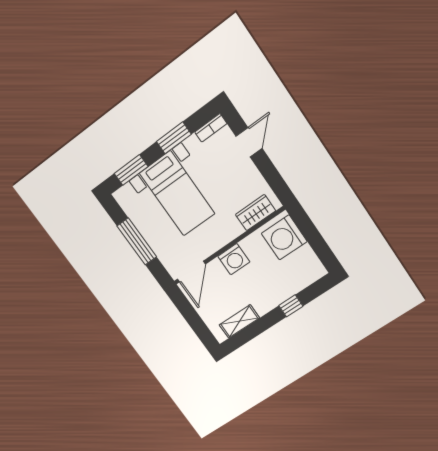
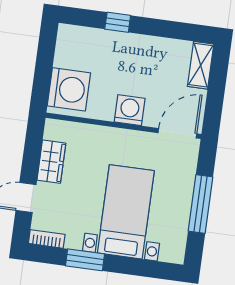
window: (131, 170) -> (147, 268), removed
wardrobe: (255, 213) -> (51, 162), moved, turned -90
shelving: (239, 321) -> (201, 65), moved, turned 90

